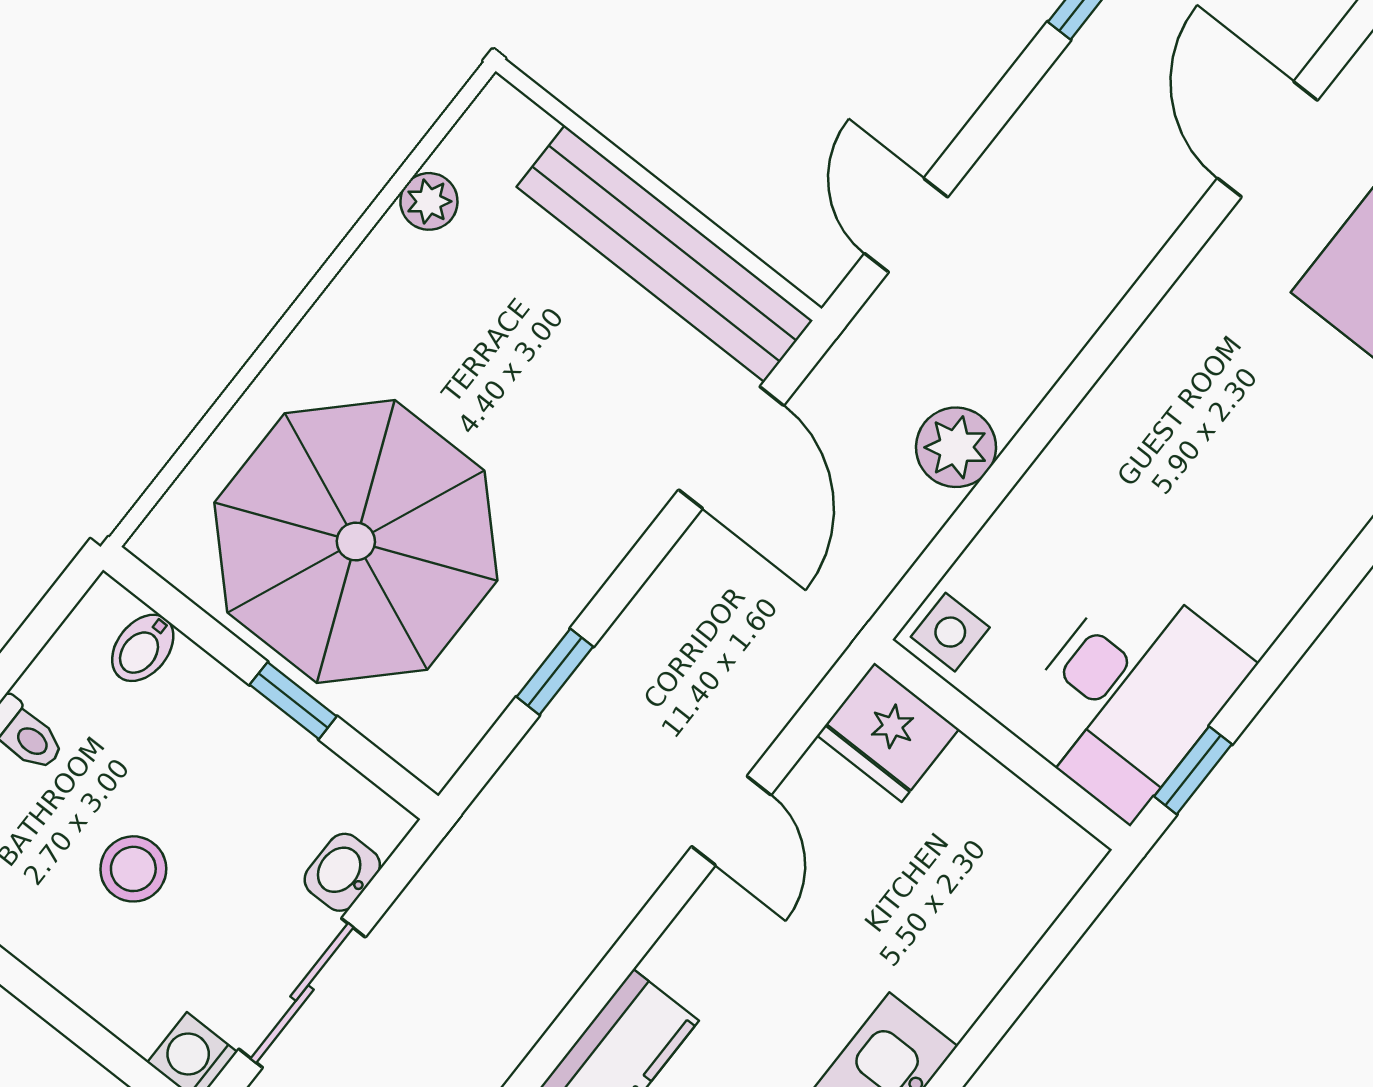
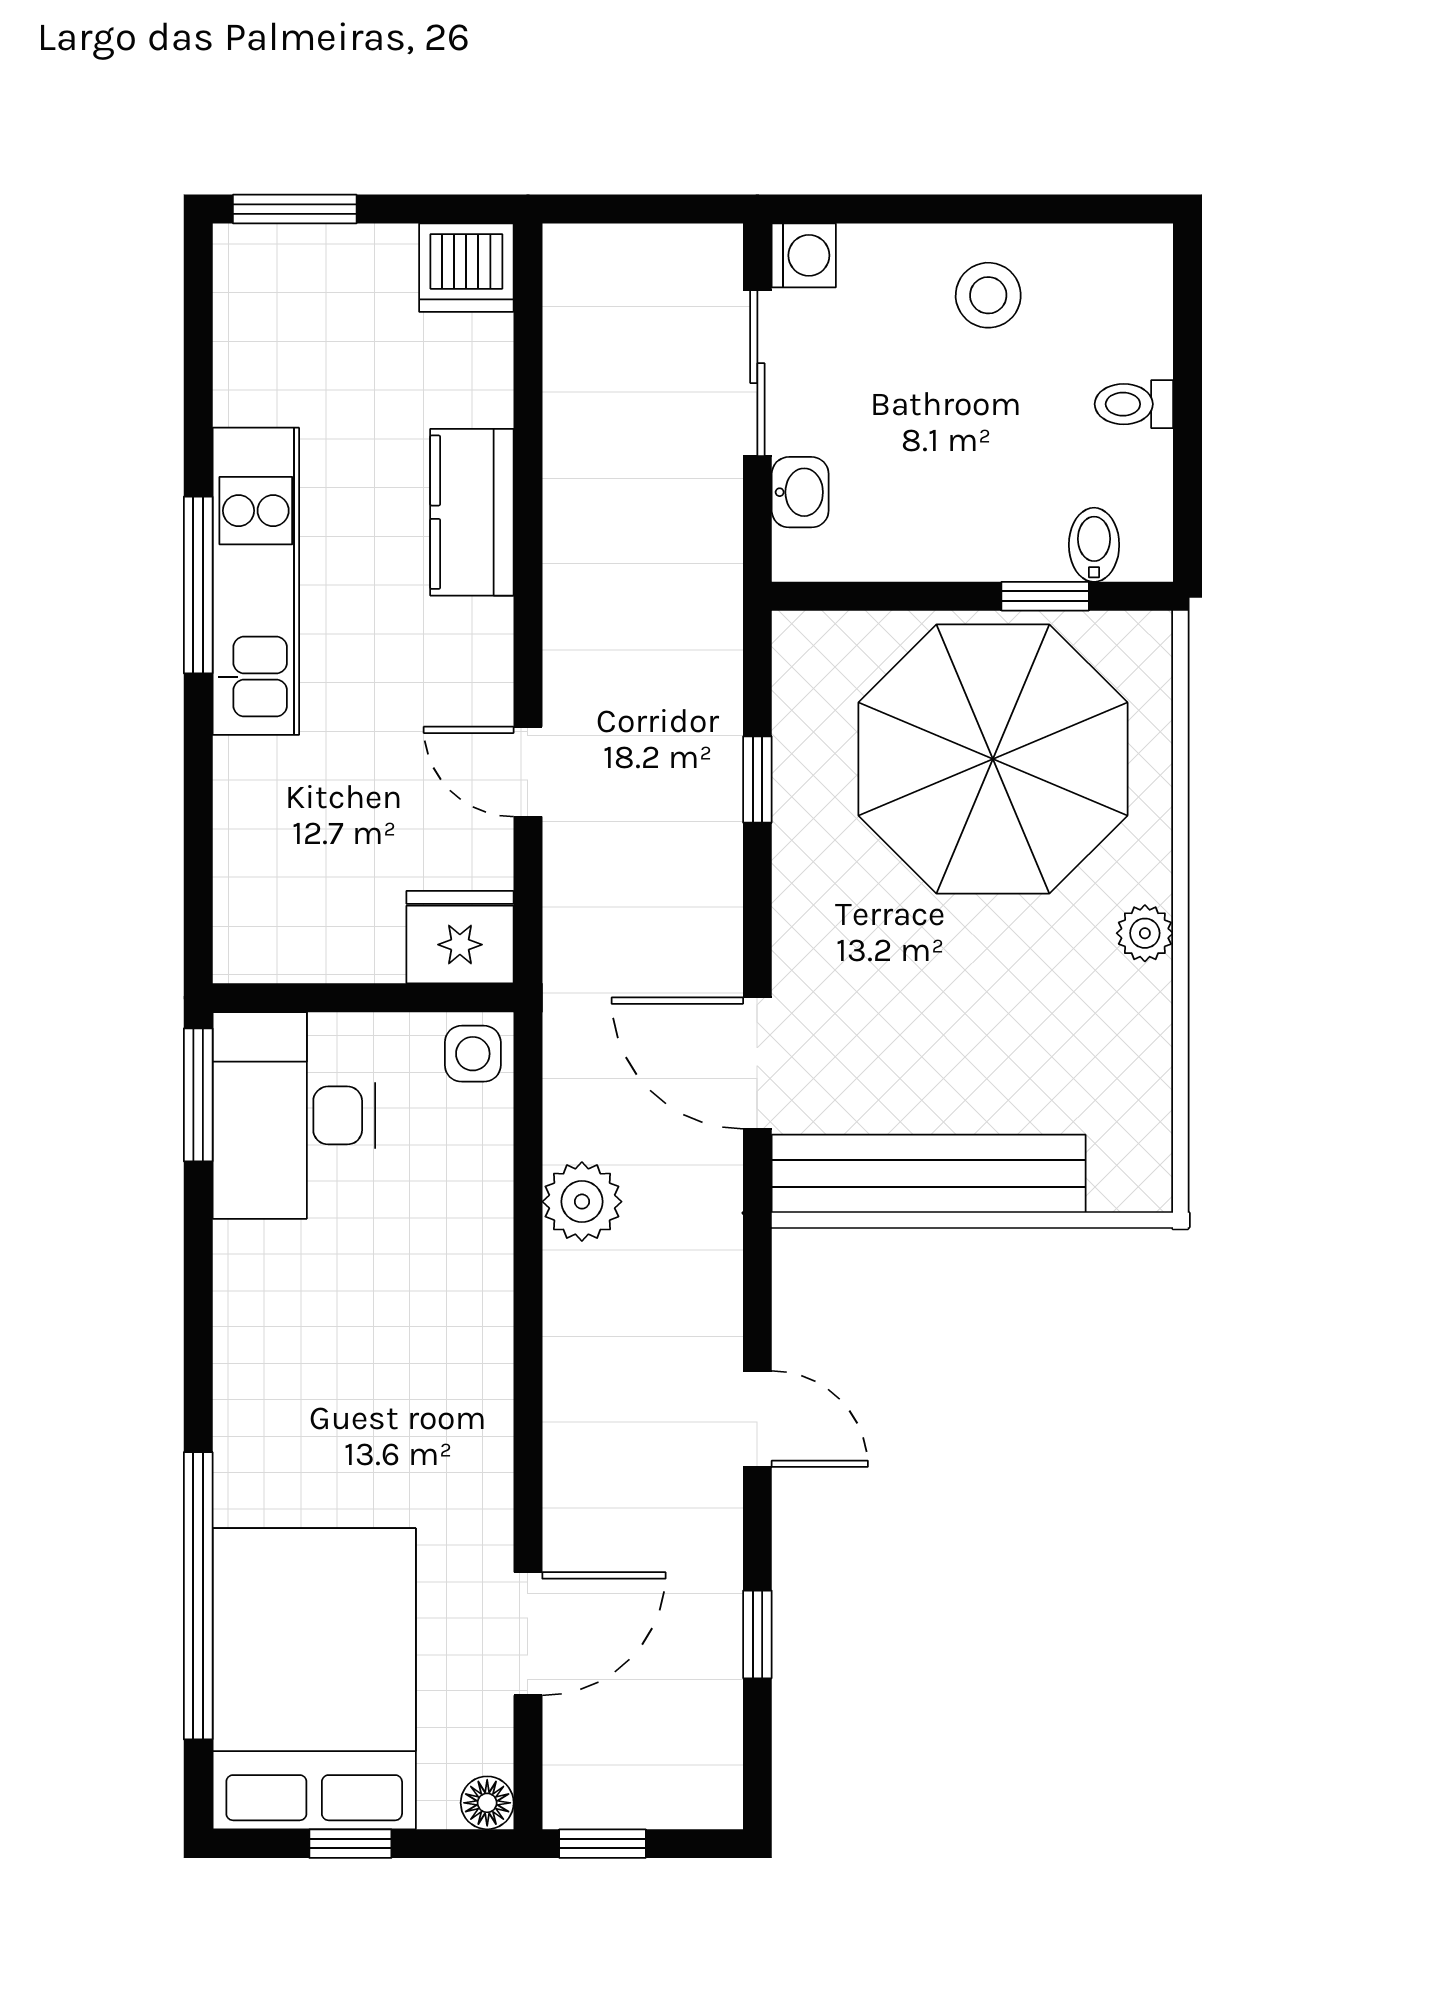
door: (1268, 139) -> (528, 1634), hinge flipped
plant: (429, 201) -> (1145, 933), moved
door: (906, 225) -> (757, 1419), moved
window: (293, 701) -> (1045, 596), moved
window: (1193, 770) -> (198, 1095), width x1.50
stool: (133, 869) -> (988, 295), moved

